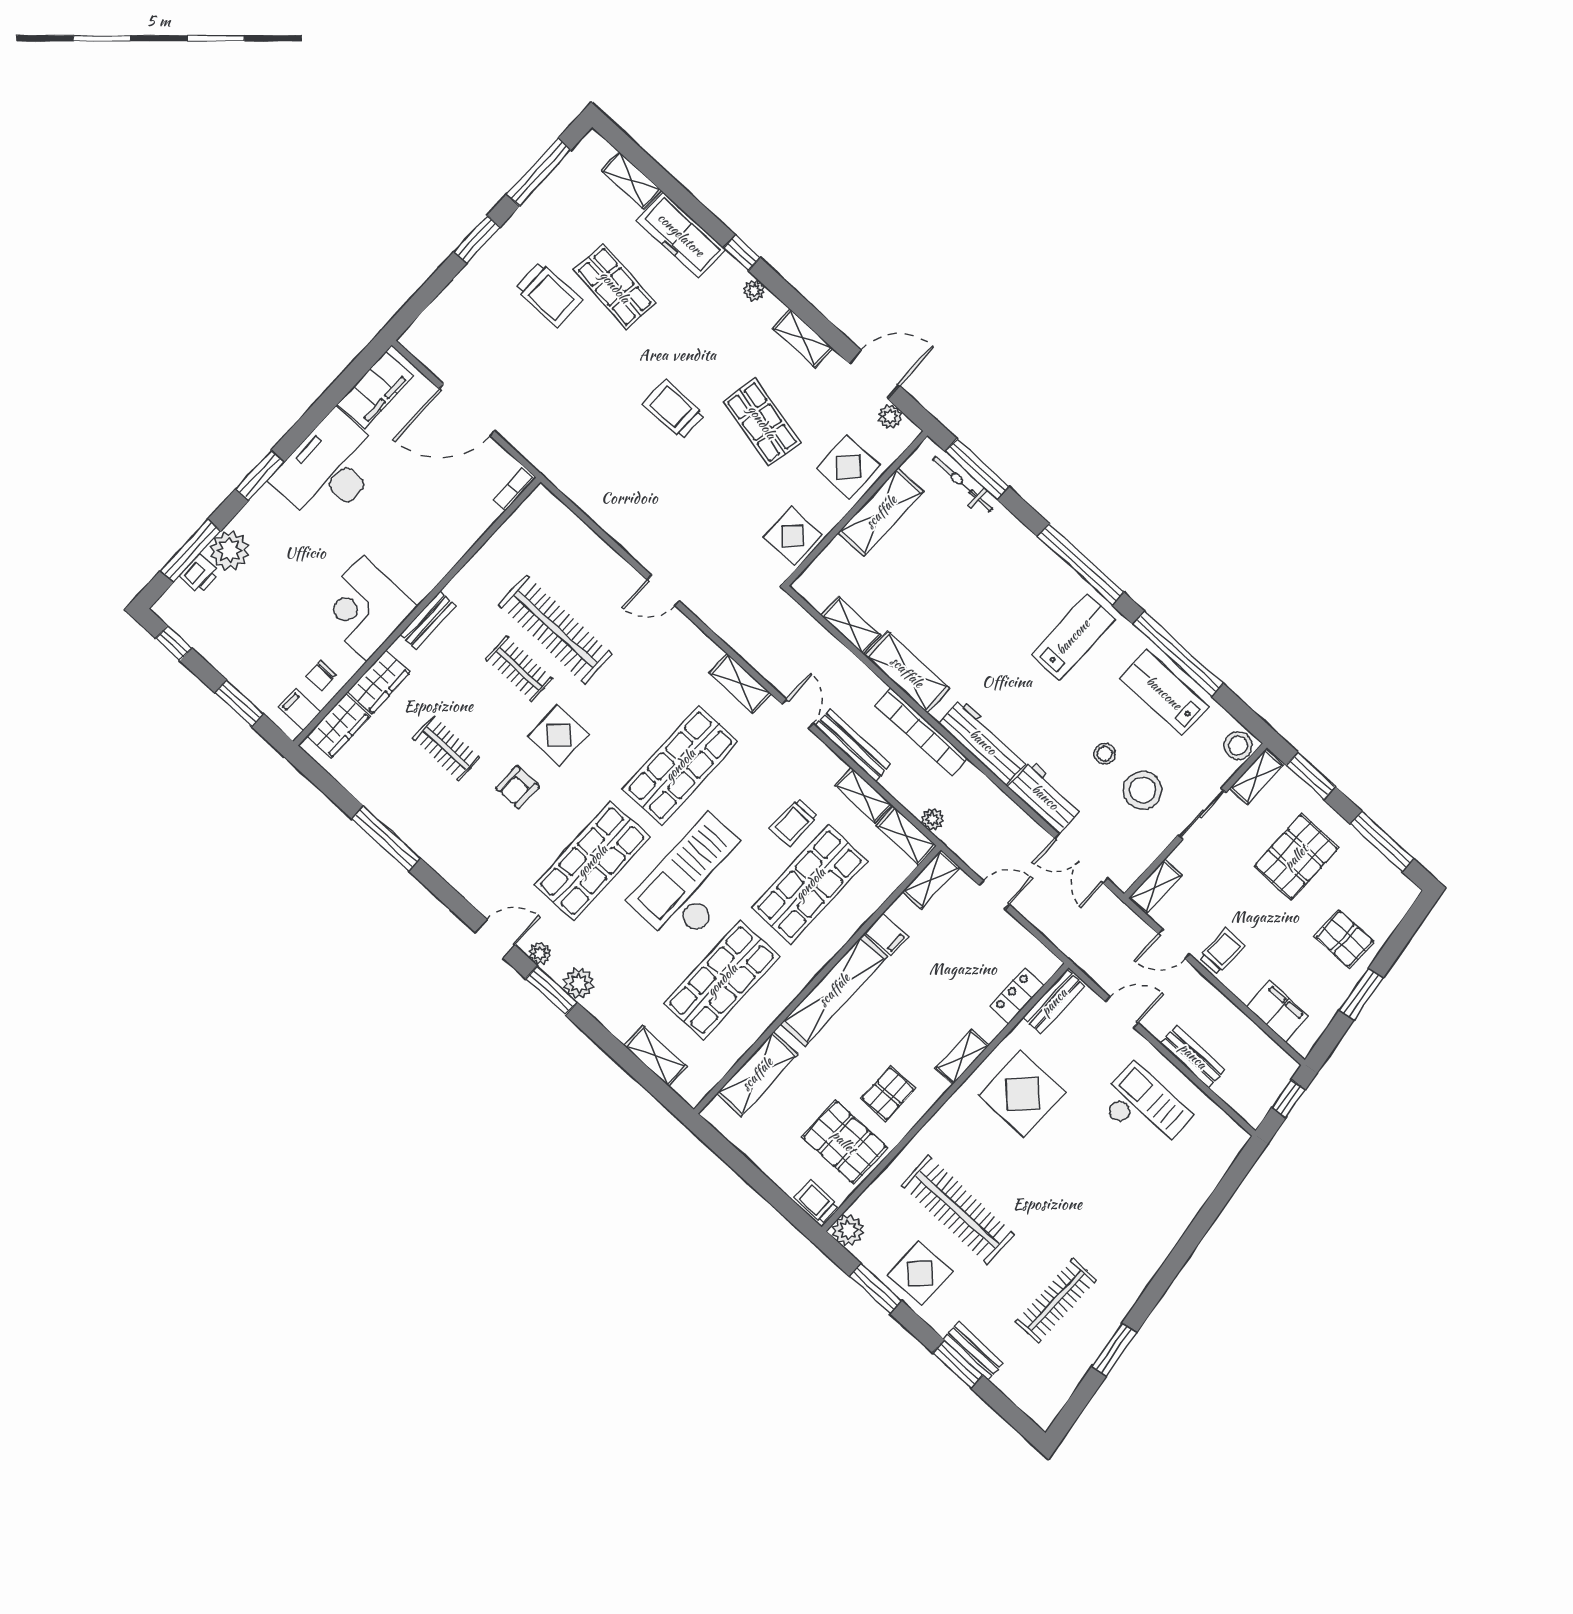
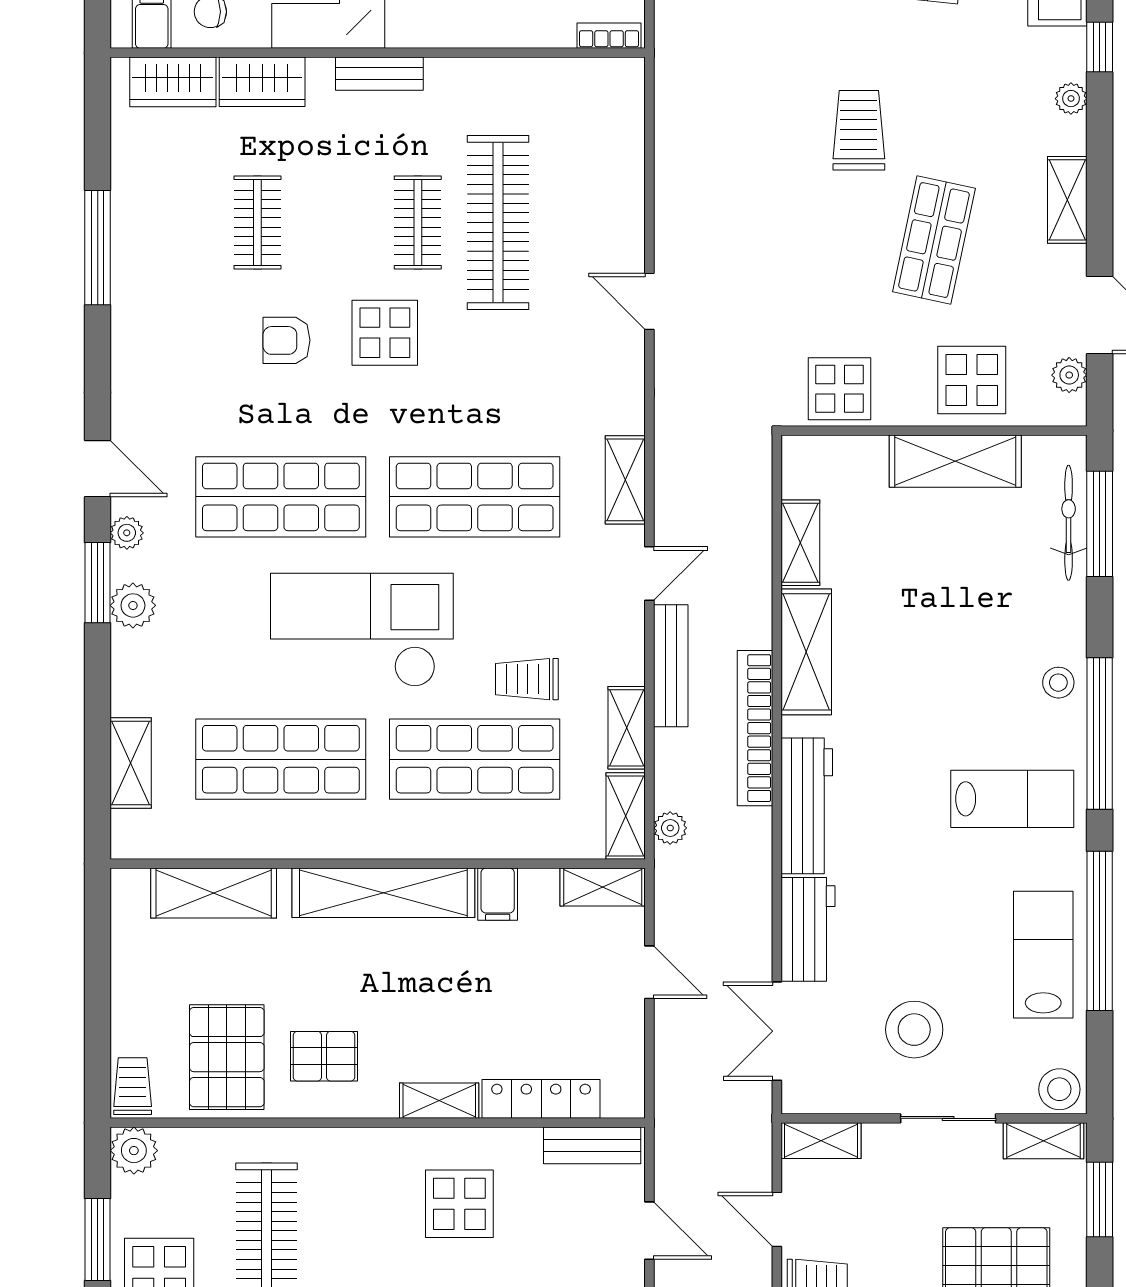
stool: (1105, 754) -> (1058, 683), moved
locker: (1017, 996) -> (541, 1099), width x1.53
display table: (1022, 1094) -> (459, 1204), width x0.73, depth x0.73

